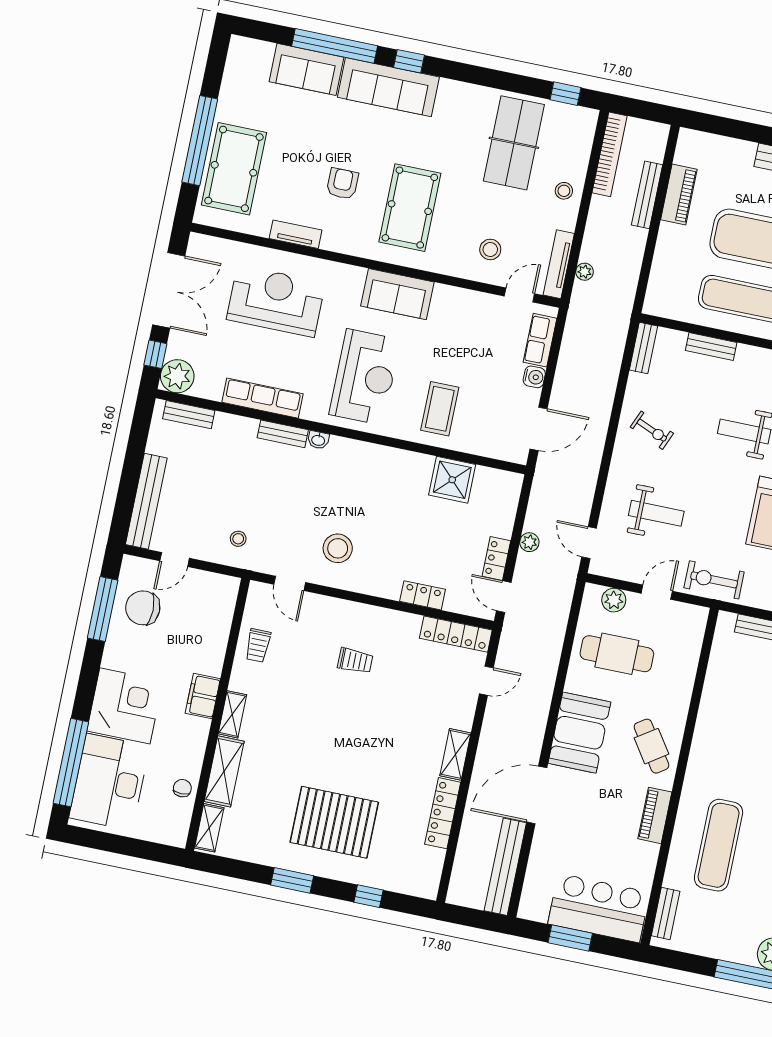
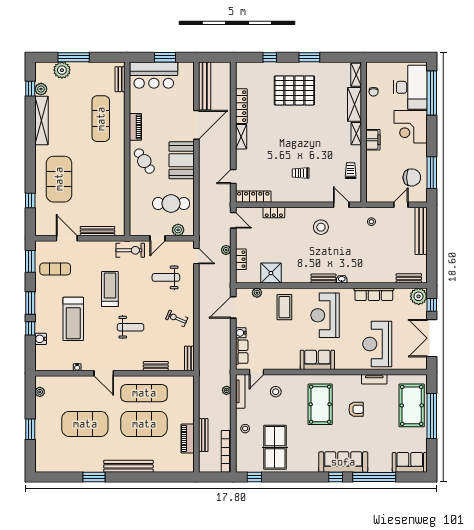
sofa: (306, 69) -> (410, 462), moved
armchair: (342, 184) -> (356, 409), turned -90
reception desk: (276, 301) -> (377, 344), turned 90
bench: (283, 434) -> (323, 279), moved
plant: (487, 448) -> (257, 293), added
locker: (496, 559) -> (241, 259), moved

